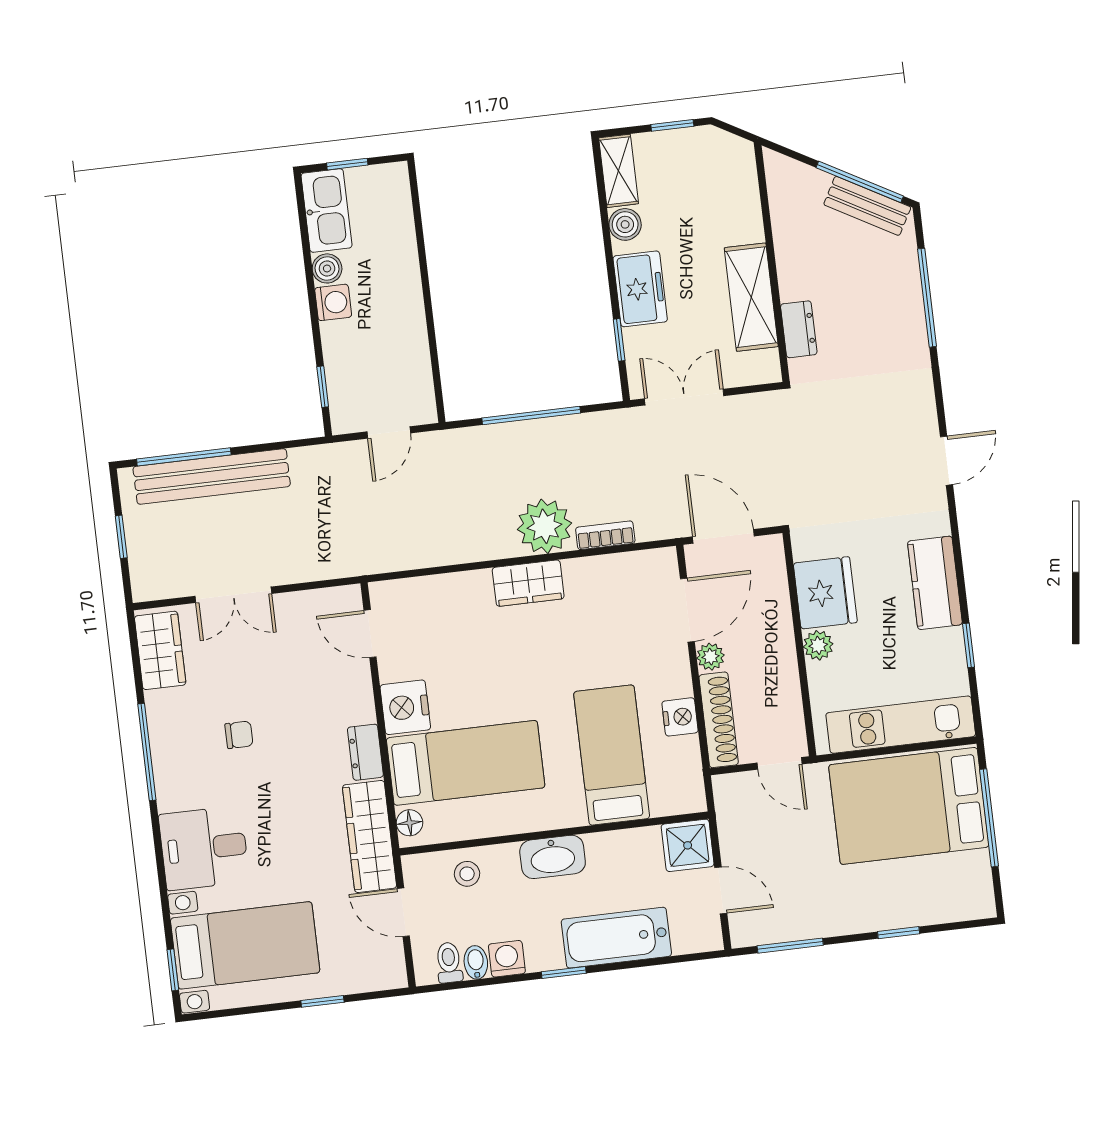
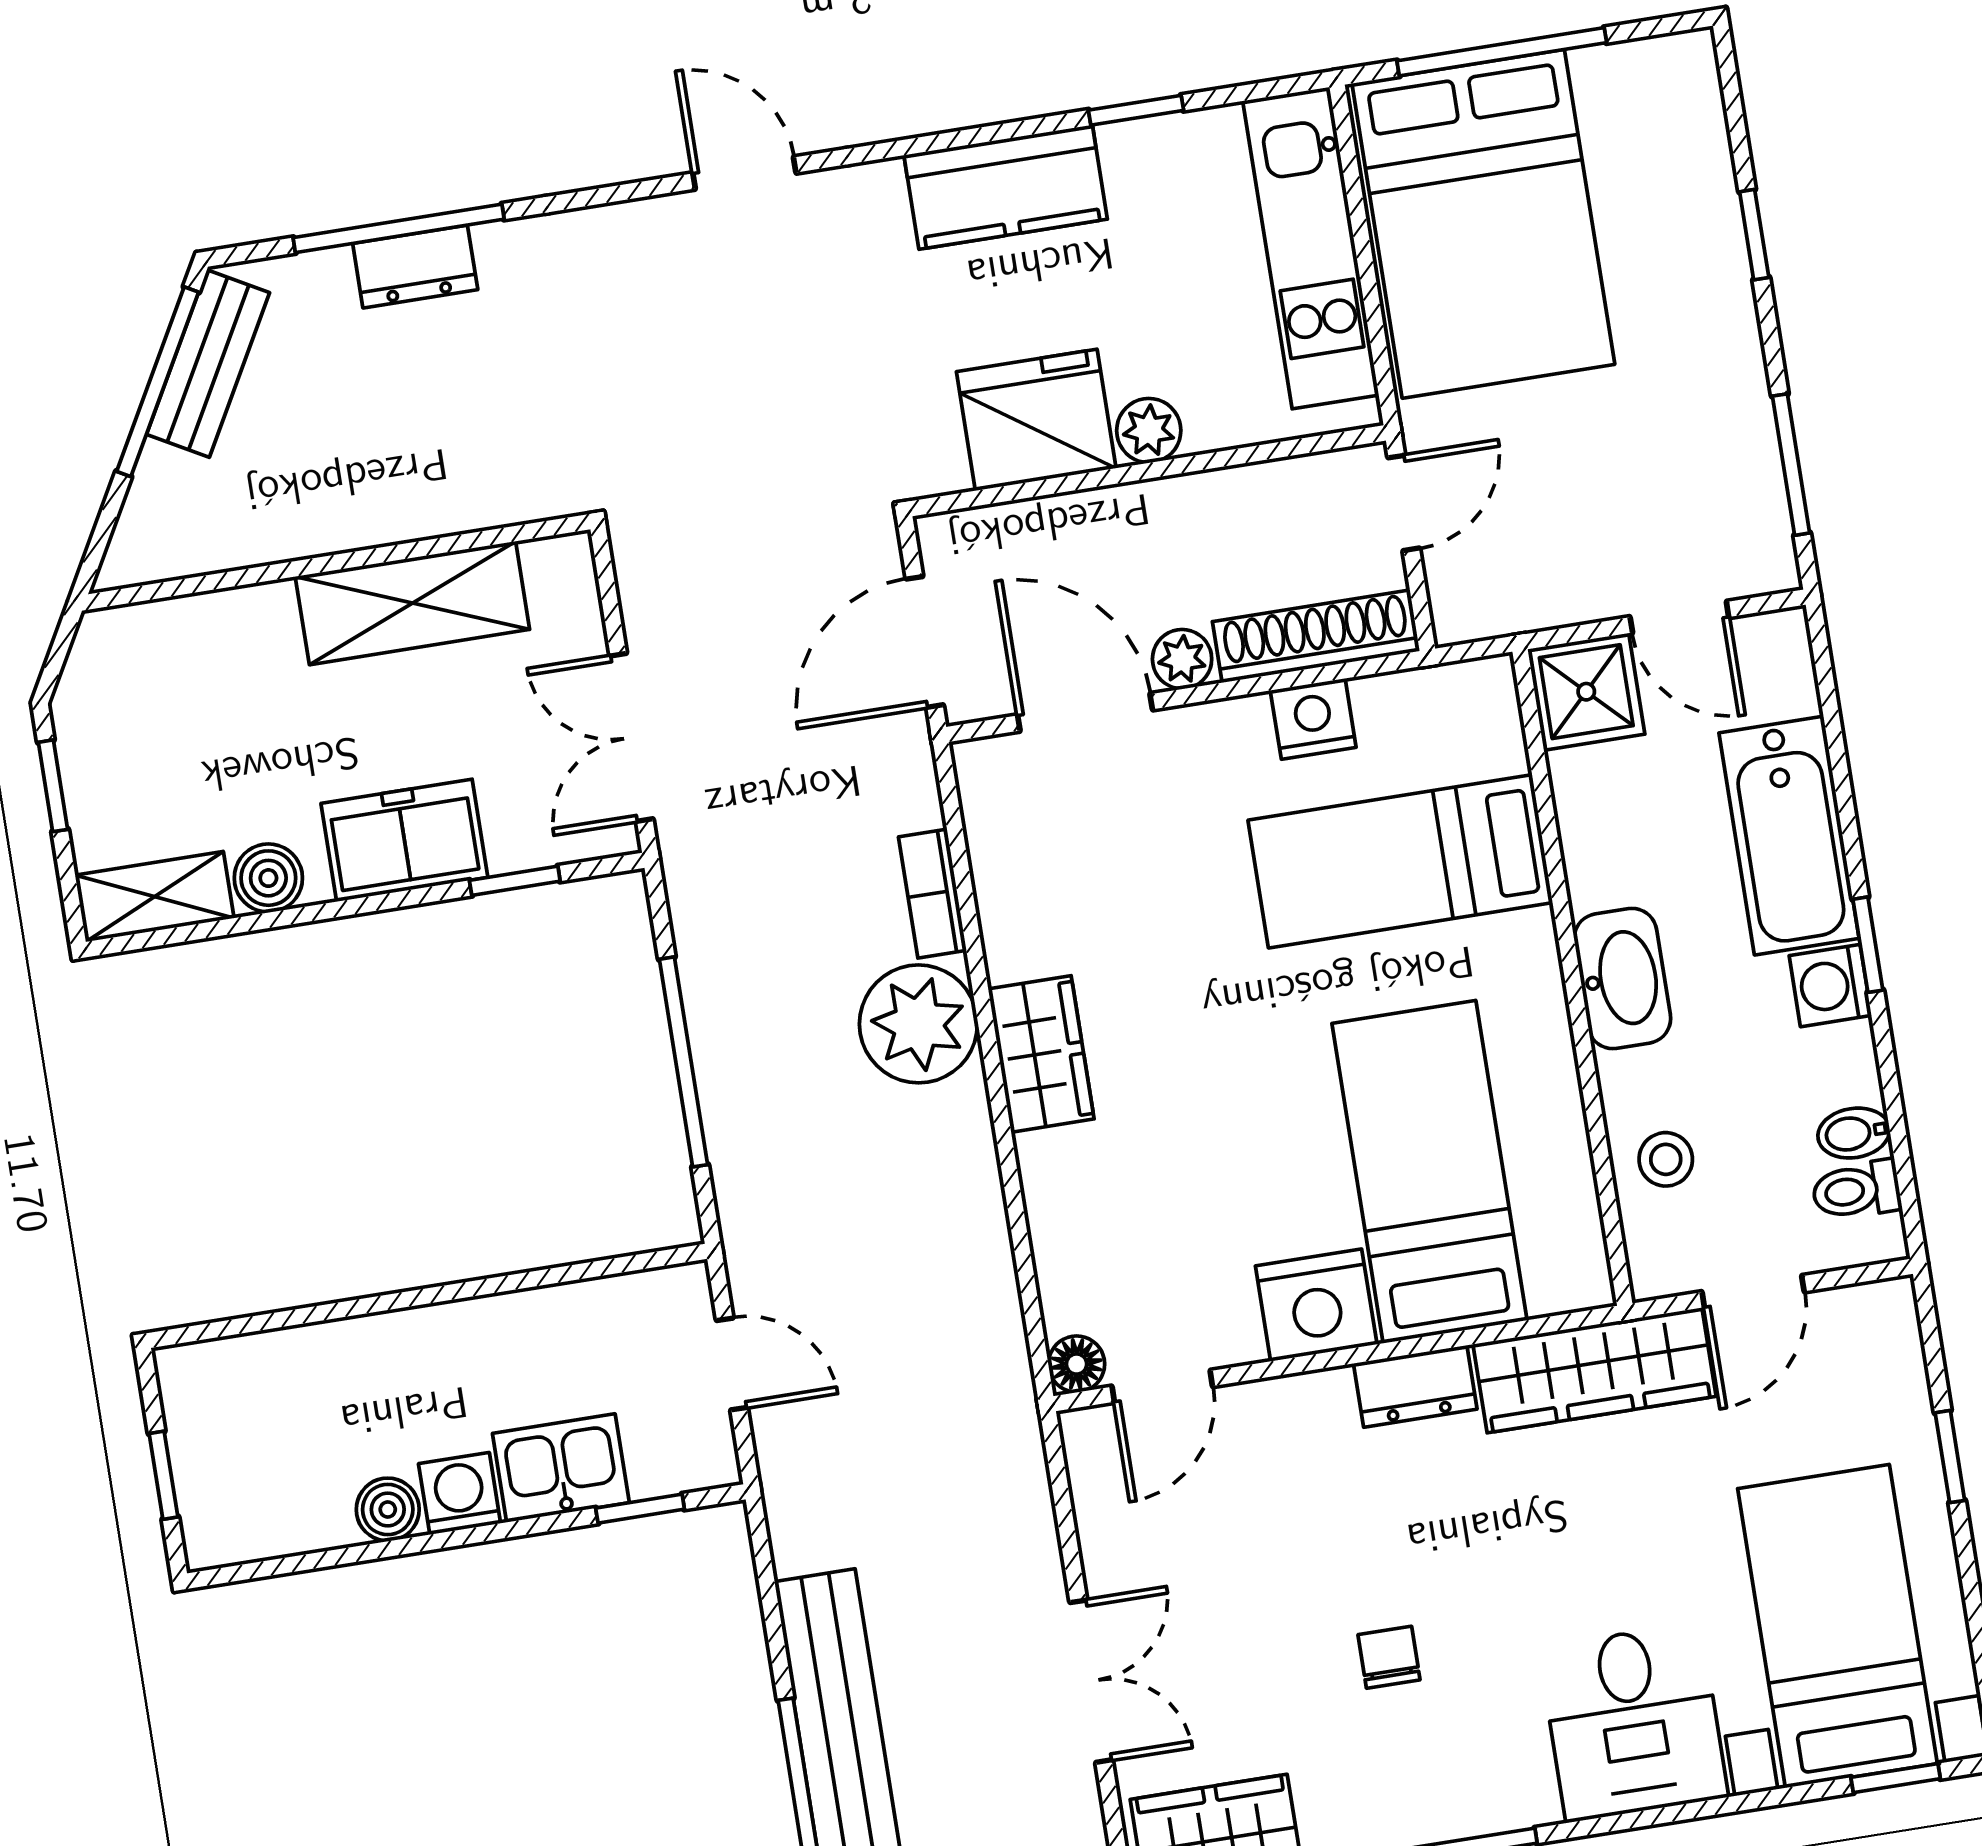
kitchen sink: (327, 210) -> (561, 1468), moved, width x0.73
dresser: (799, 329) -> (415, 267), moved, turned 180
floor lamp: (410, 823) -> (1077, 1364), moved
door: (721, 890) -> (1679, 617), swing flipped
washing machine: (507, 959) -> (1830, 986), moved

